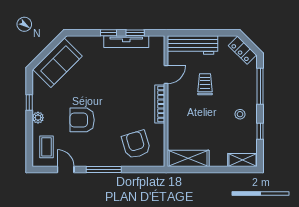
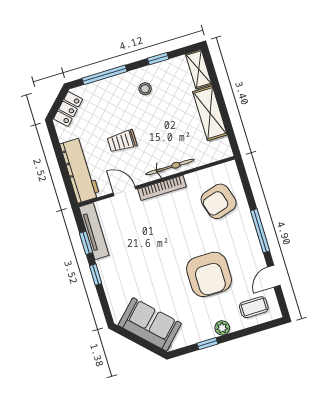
tv unit: (126, 42) -> (94, 231), moved
bicycle: (174, 115) -> (170, 167), added
armchair: (82, 120) -> (209, 274), width x1.36, depth x1.36
shelving: (188, 158) -> (210, 113), moved

